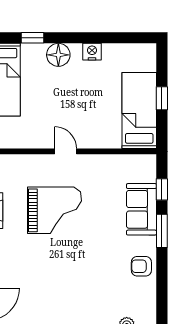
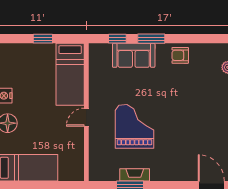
bed: (139, 111) -> (70, 74), moved, turned -90
armchair: (141, 266) -> (180, 55), turned 90

